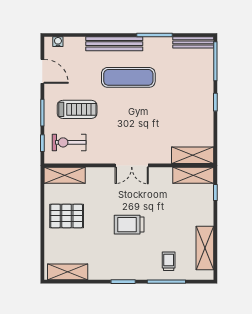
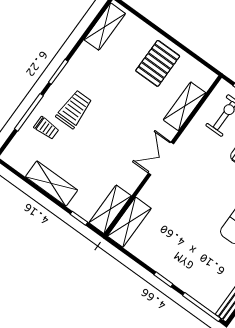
shelving: (65, 175) -> (185, 106), moved
trolley: (129, 225) -> (74, 109), moved
shelving: (205, 248) -> (51, 183), moved

